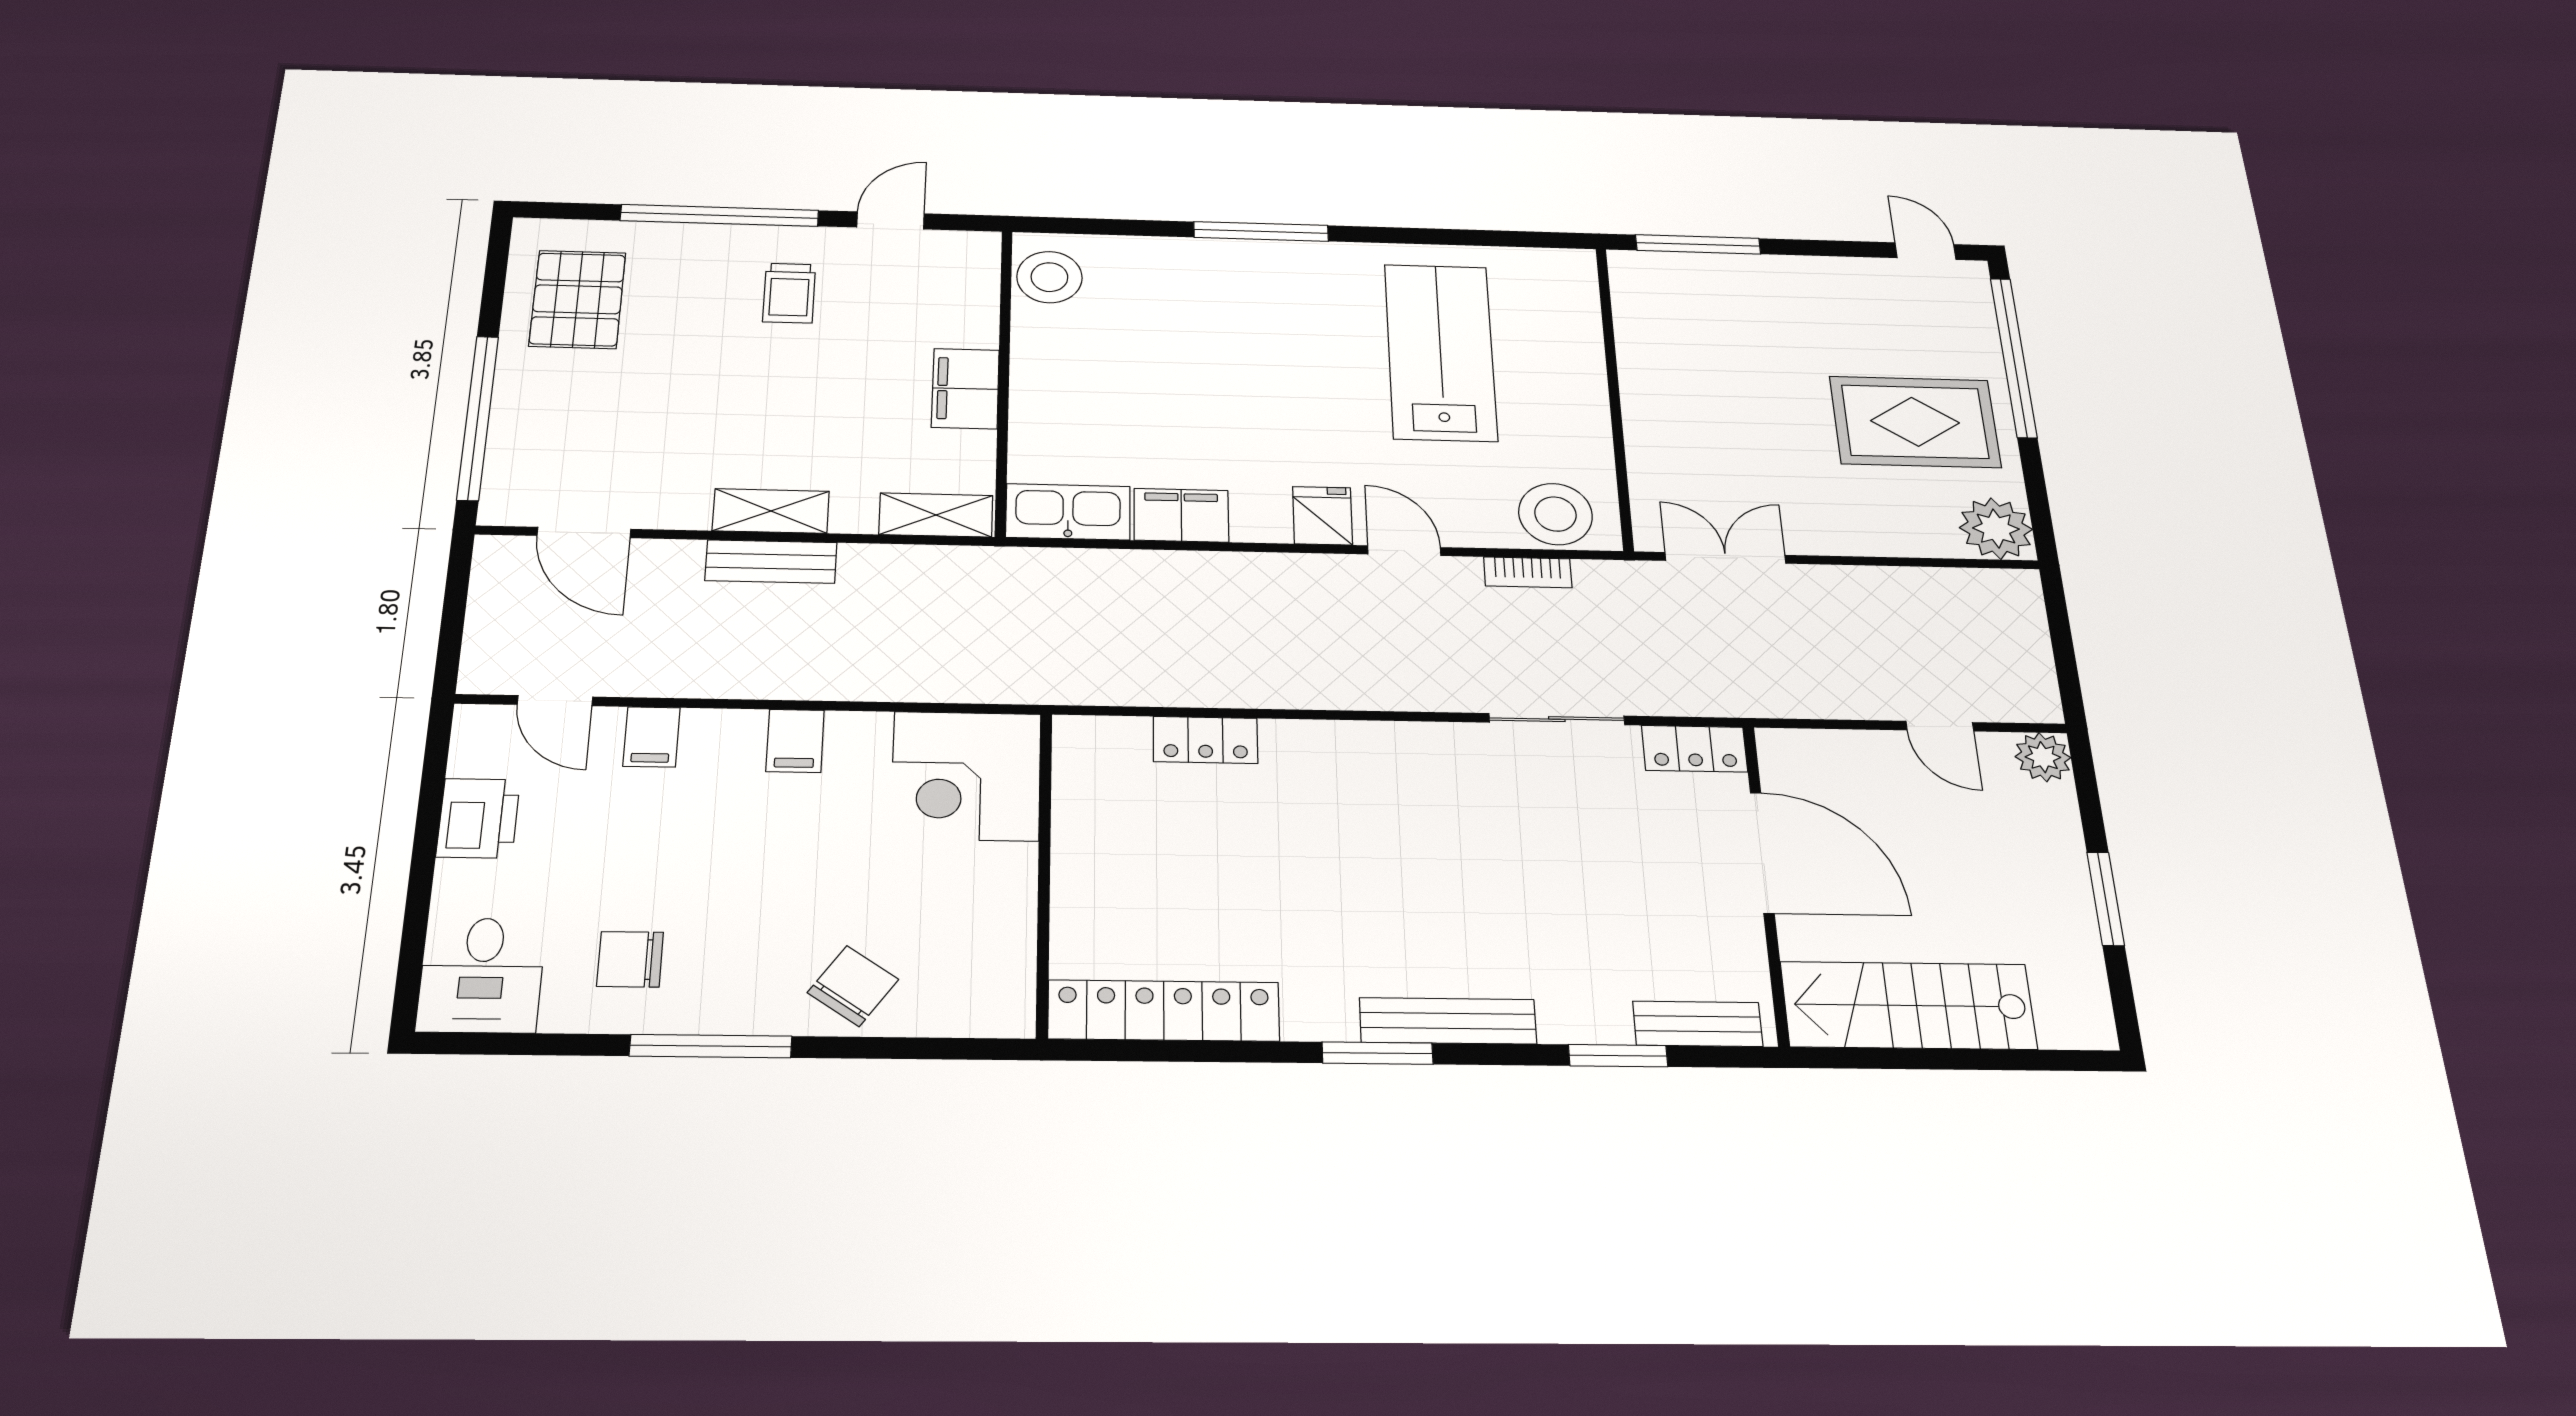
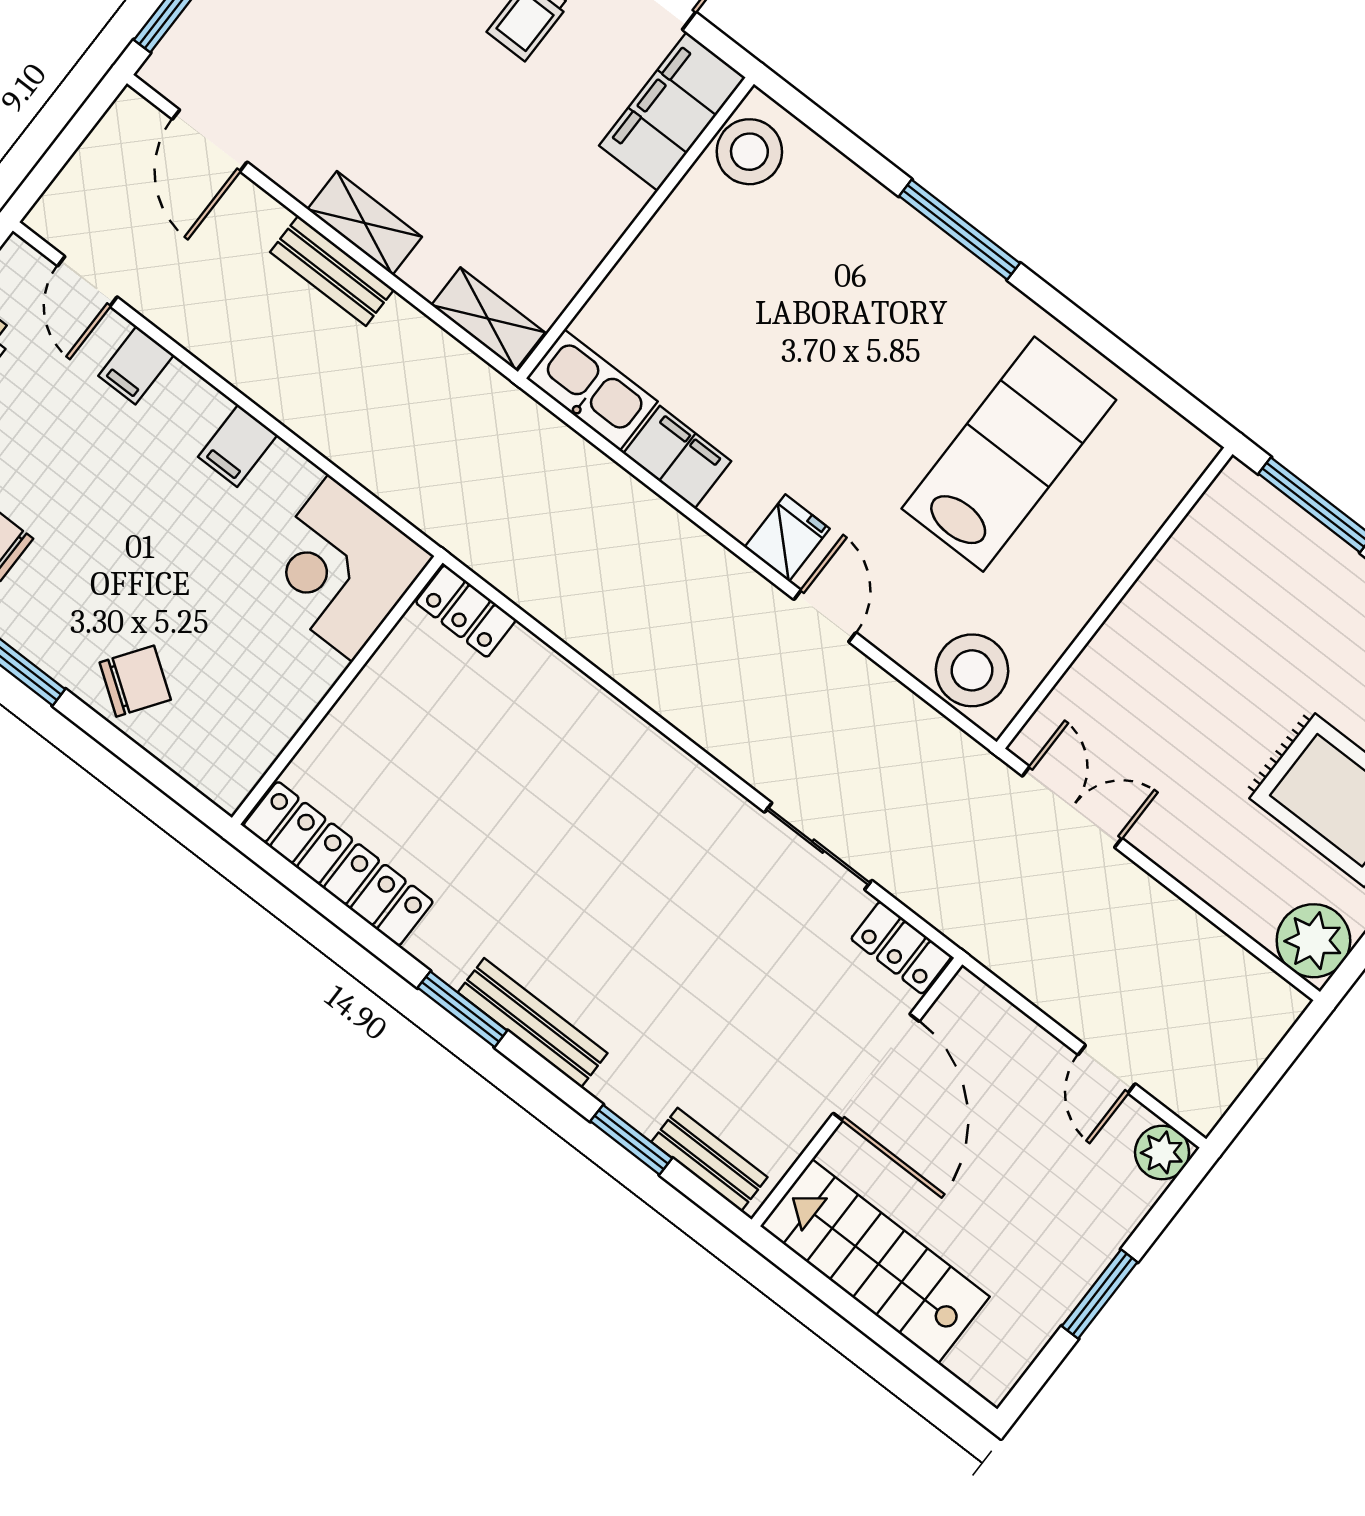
filing cabinet: (965, 389) -> (672, 111), moved, width x1.50, depth x1.17
bookcase: (1528, 572) -> (905, 706), removed
locker: (1205, 740) -> (466, 611), moved

